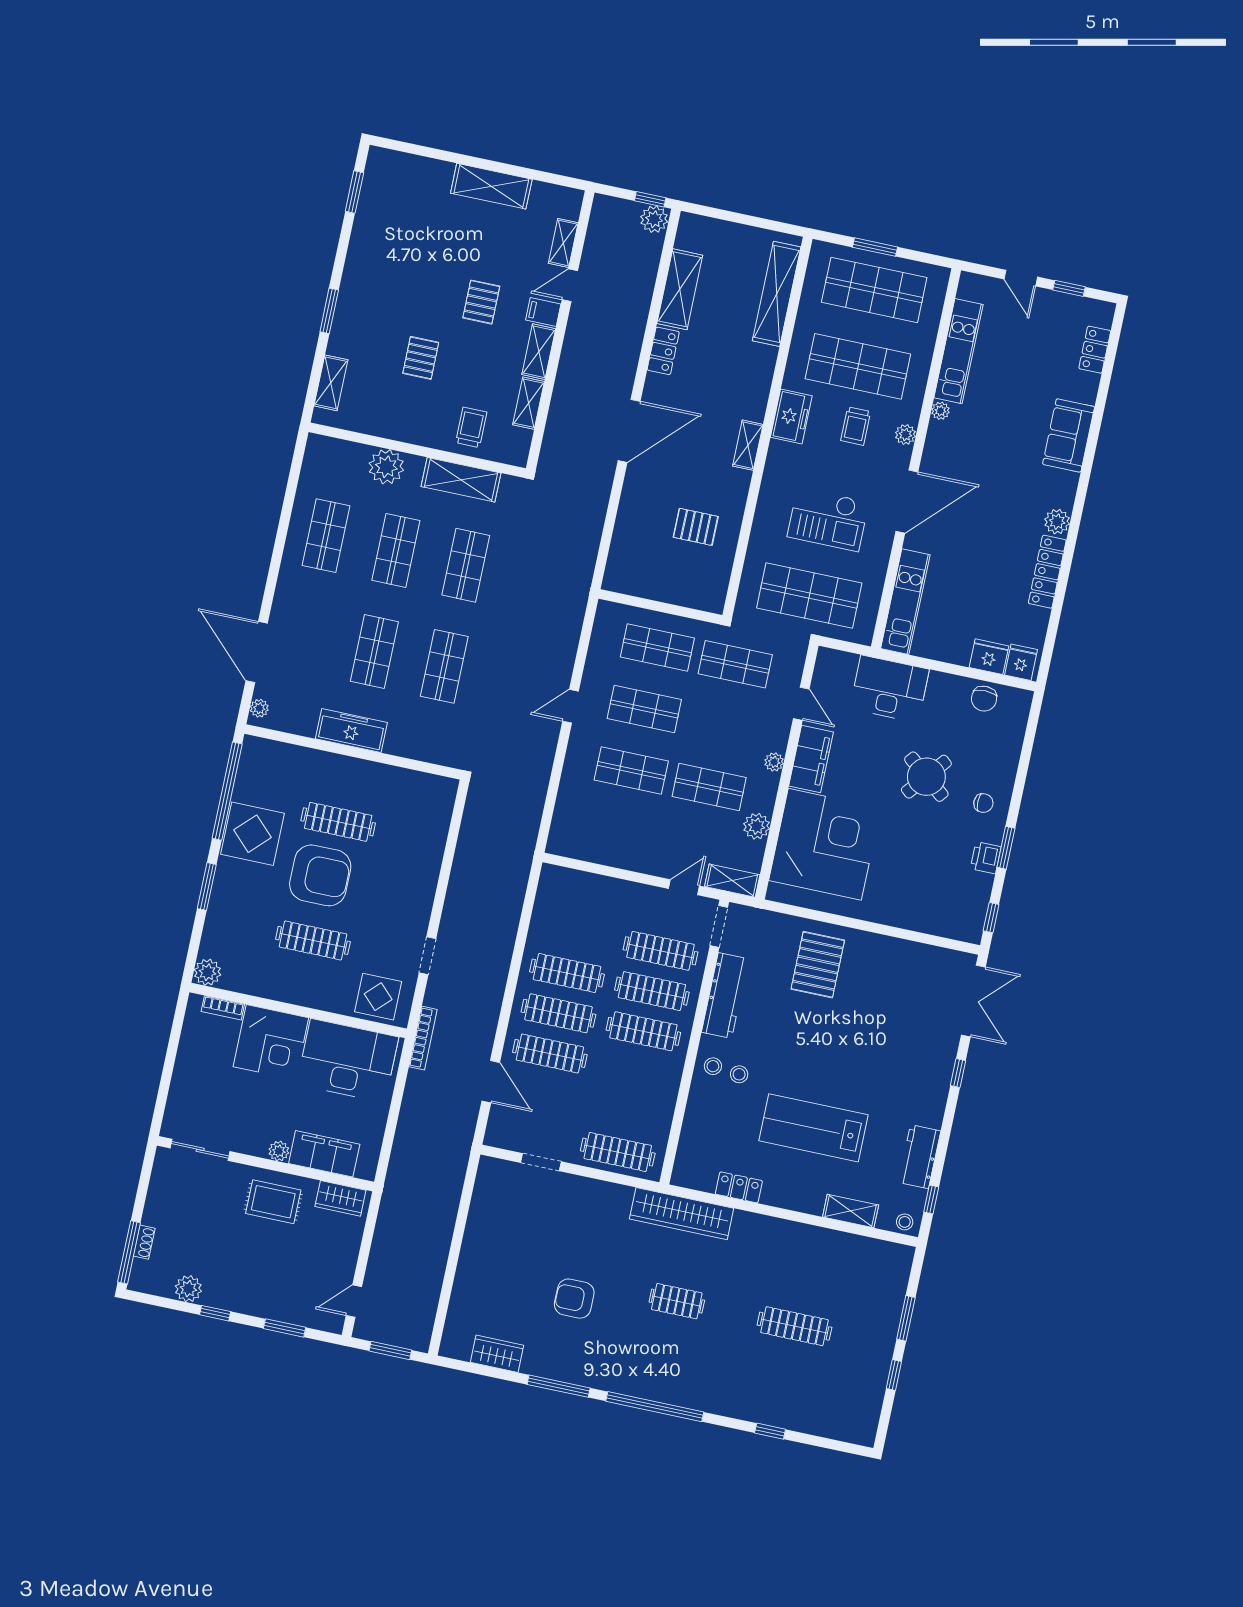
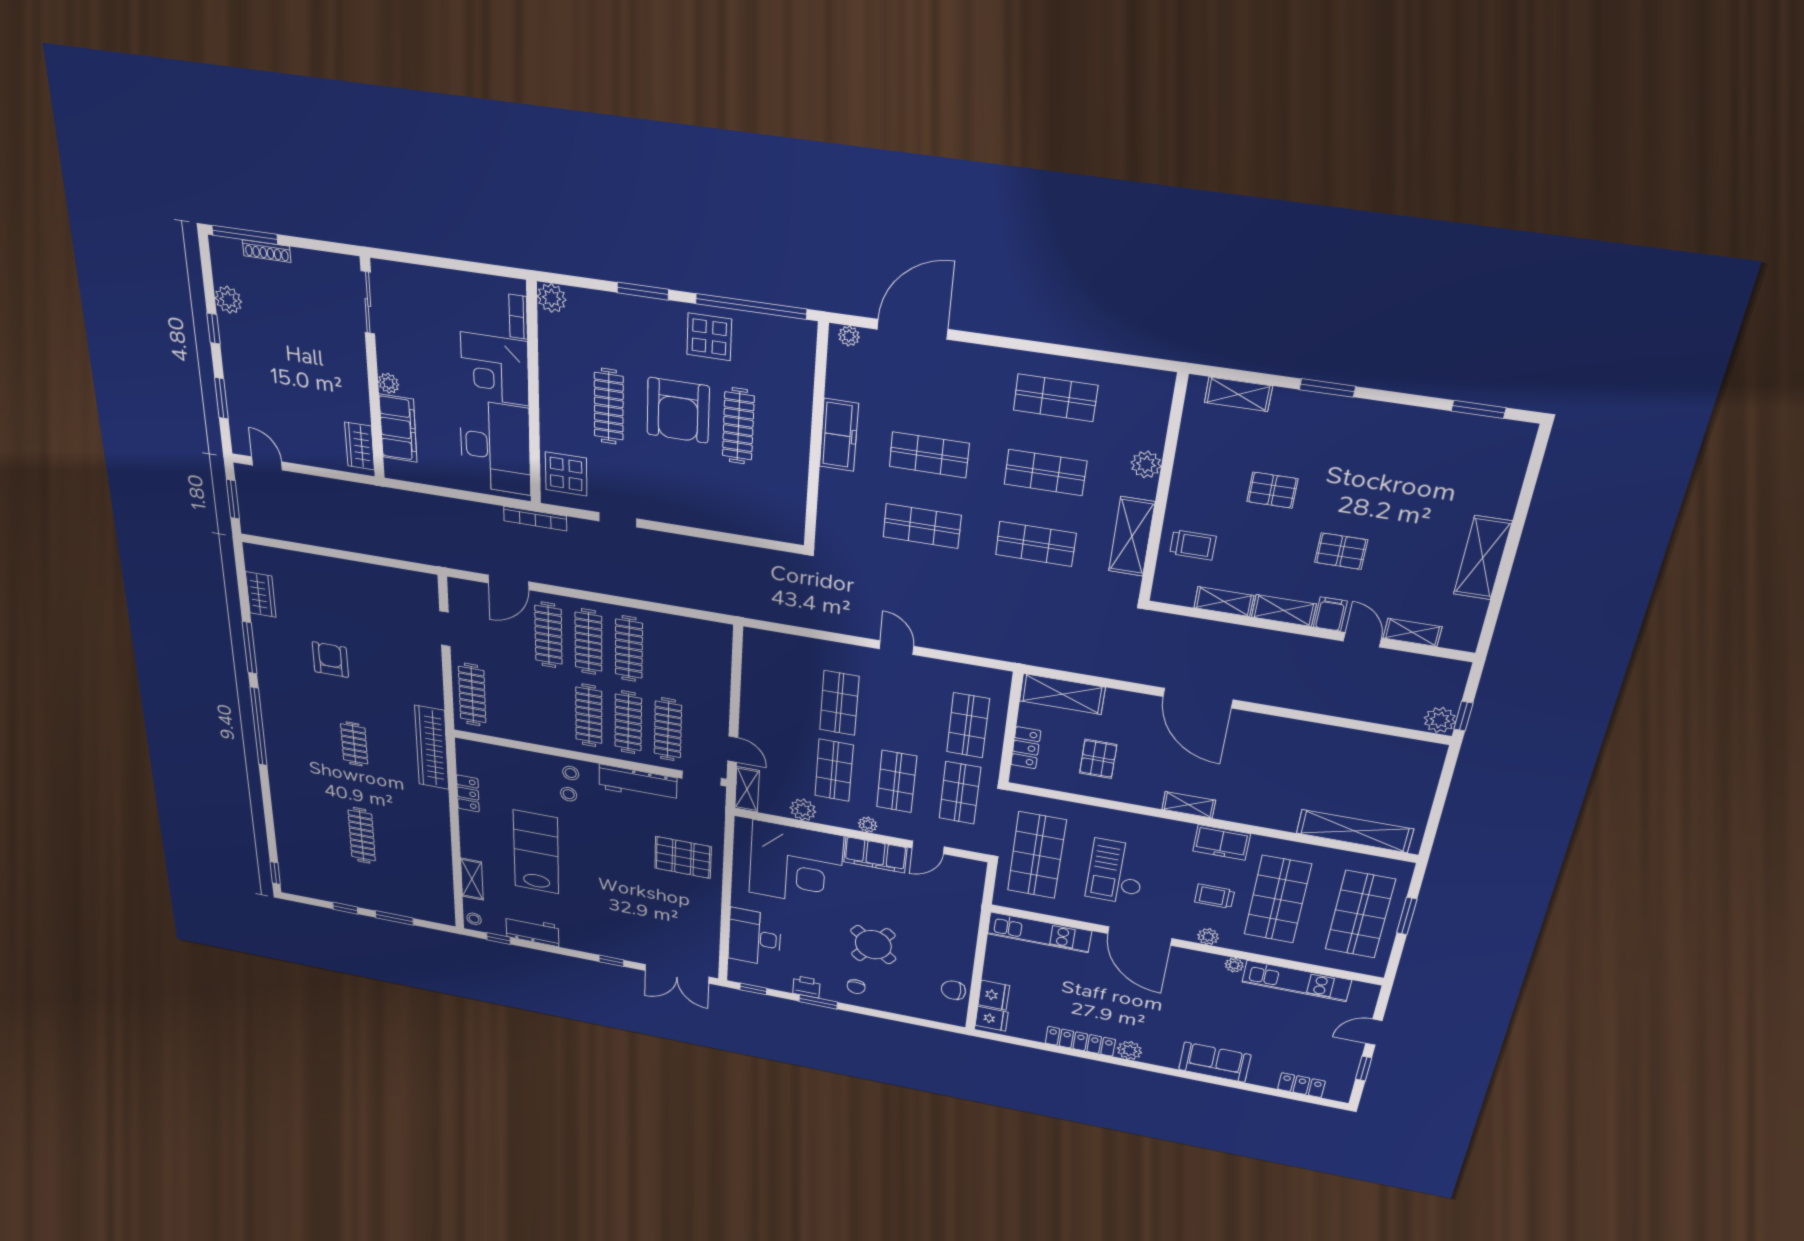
shelving: (680, 289) -> (1062, 694), moved
locker: (663, 351) -> (1026, 748), moved, turned -90
plant: (386, 467) -> (1146, 464), width x0.73, depth x0.73
desk: (889, 689) -> (755, 937), moved, turned 180
shop shelf: (644, 709) -> (897, 782), moved
display table: (252, 834) -> (709, 337), width x0.73, depth x0.73
rug: (273, 1202) -> (338, 380), removed
shoe rack: (144, 1242) -> (267, 251), width x1.43
window: (770, 1431) -> (275, 873), moved

